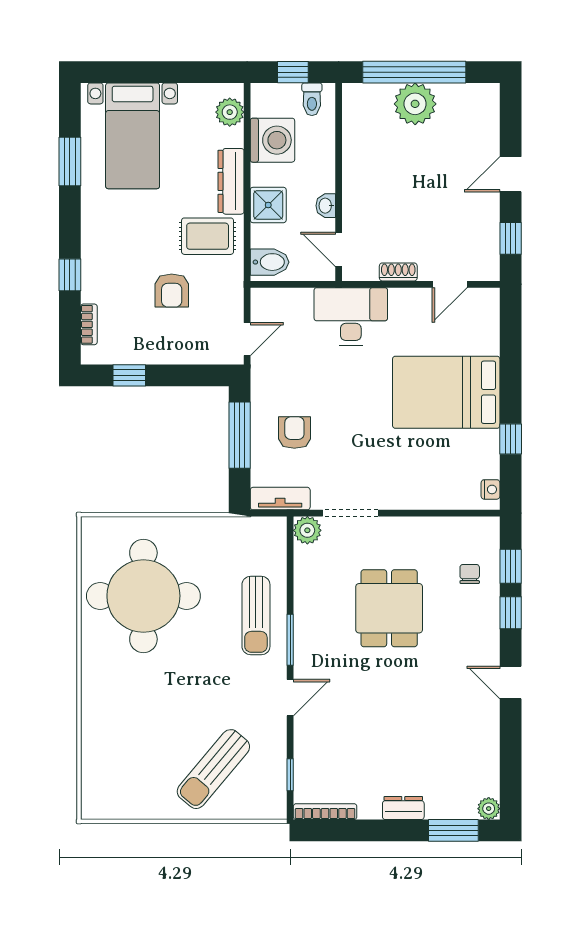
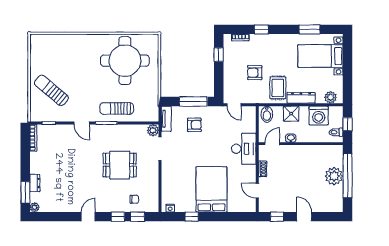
dresser: (403, 808) -> (35, 183), moved

